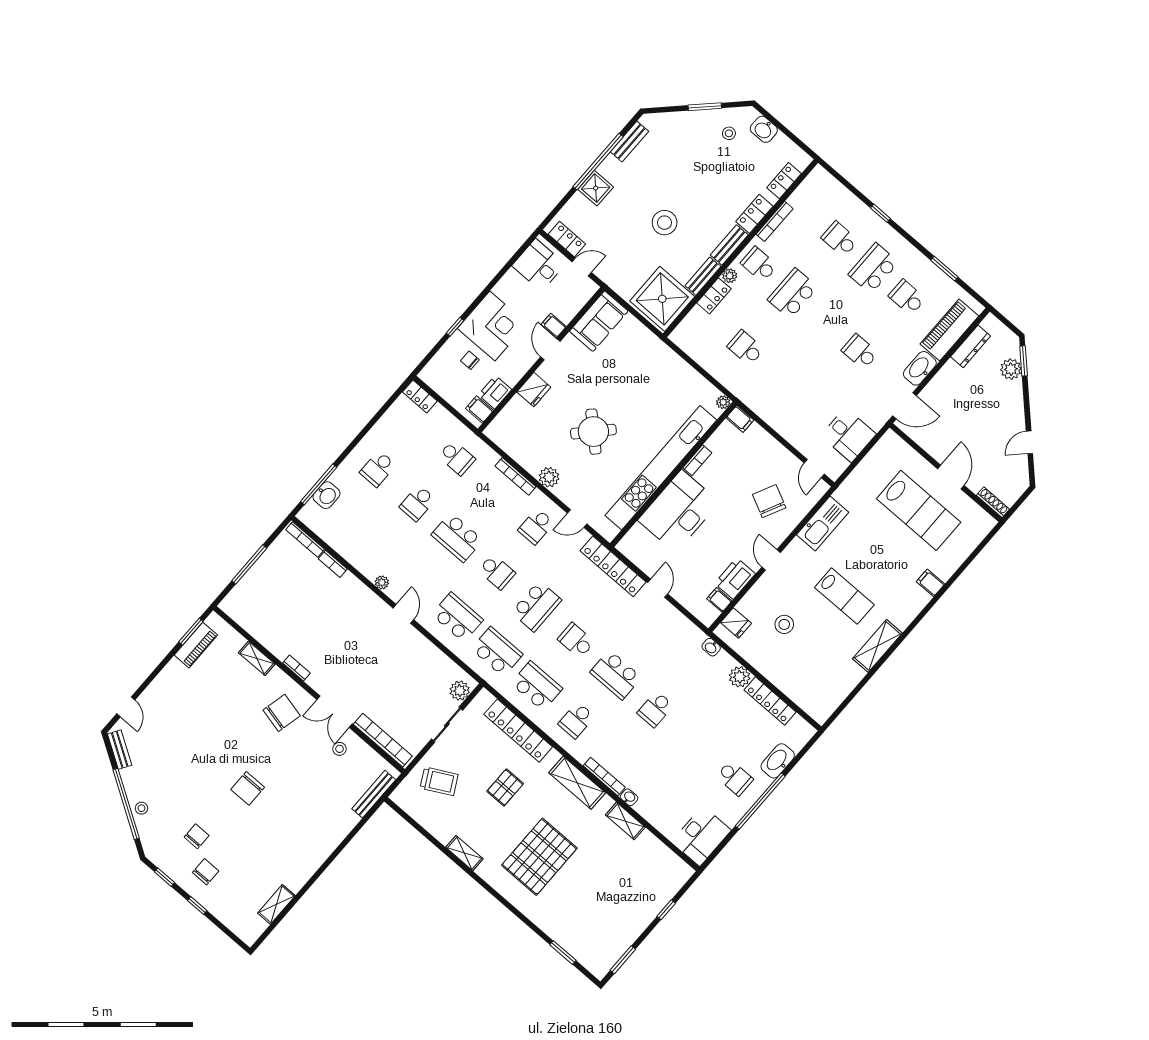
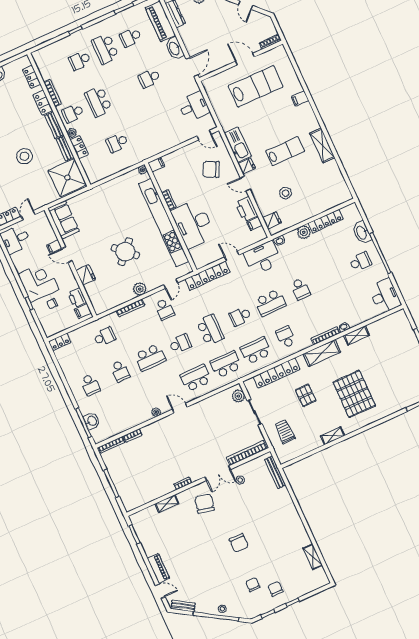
fridge: (798, 550) -> (247, 166), added
desk: (675, 634) -> (263, 258), added
piano: (196, 645) -> (159, 568), moved
school desk: (576, 720) -> (286, 337), turned 180
trolley: (439, 781) -> (285, 432), turned -62

